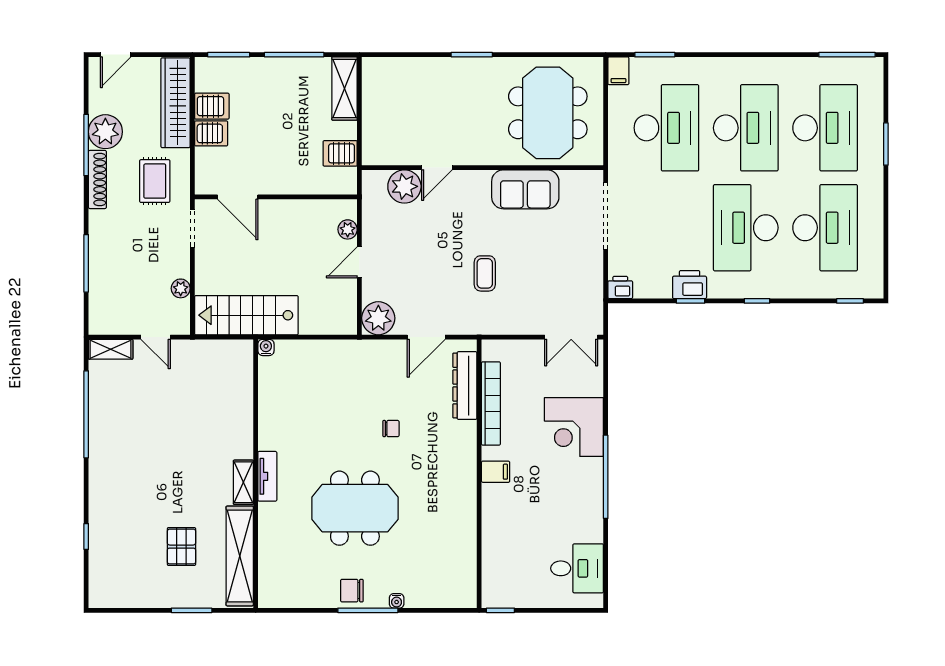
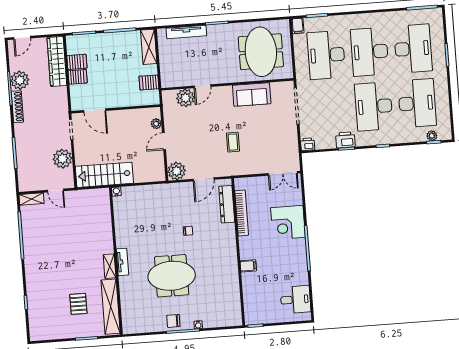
tv unit: (415, 67) -> (186, 32), added
desk: (666, 128) -> (326, 55), turned 180
desk: (746, 128) -> (370, 52), turned 180
rug: (155, 181) -> (49, 105), removed
plant: (181, 288) -> (62, 159), width x1.87, depth x1.87
plant: (848, 289) -> (432, 136), added
filing cabinet: (496, 472) -> (248, 266), moved

